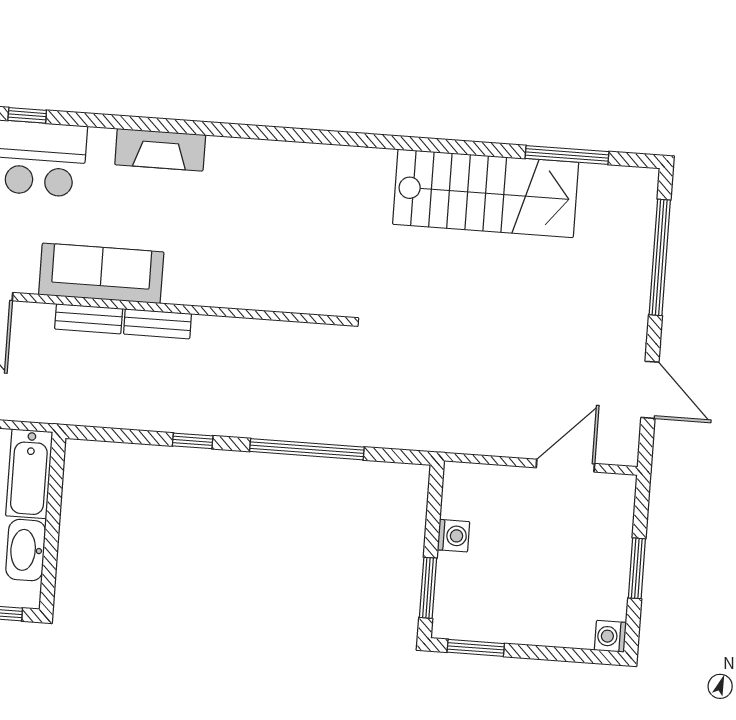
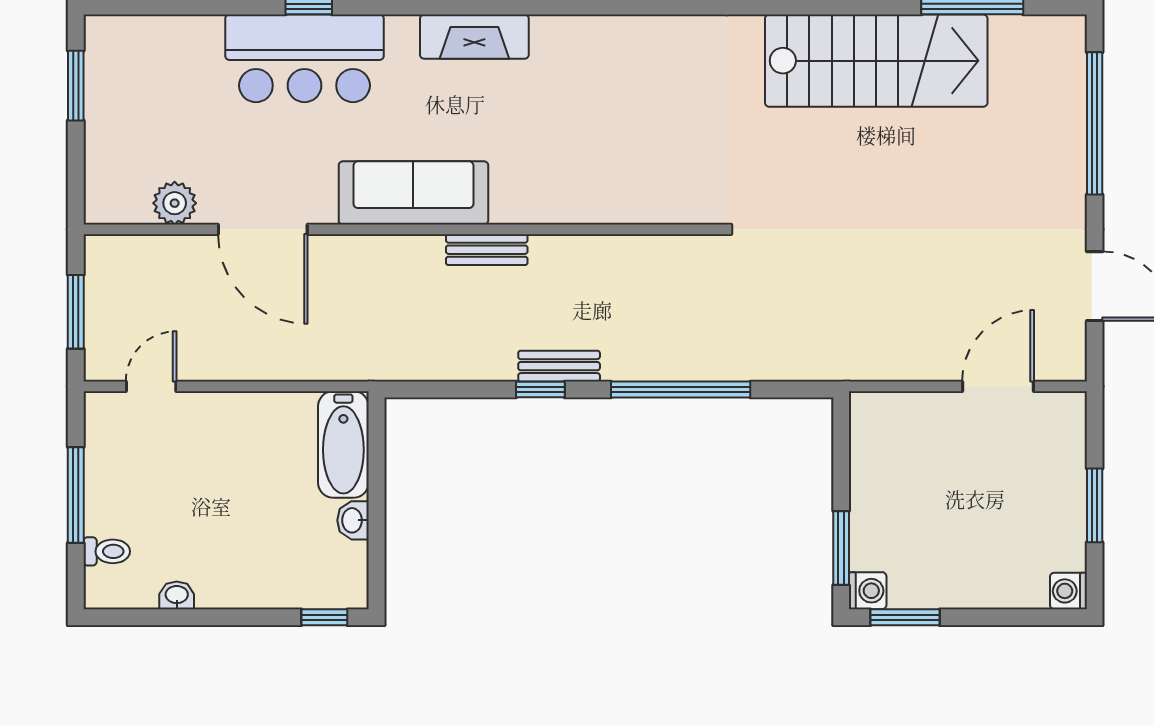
bench: (89, 319) -> (559, 366), moved
washing machine: (453, 536) -> (868, 591), moved
washbasin: (26, 550) -> (353, 520), width x0.52, depth x0.69

